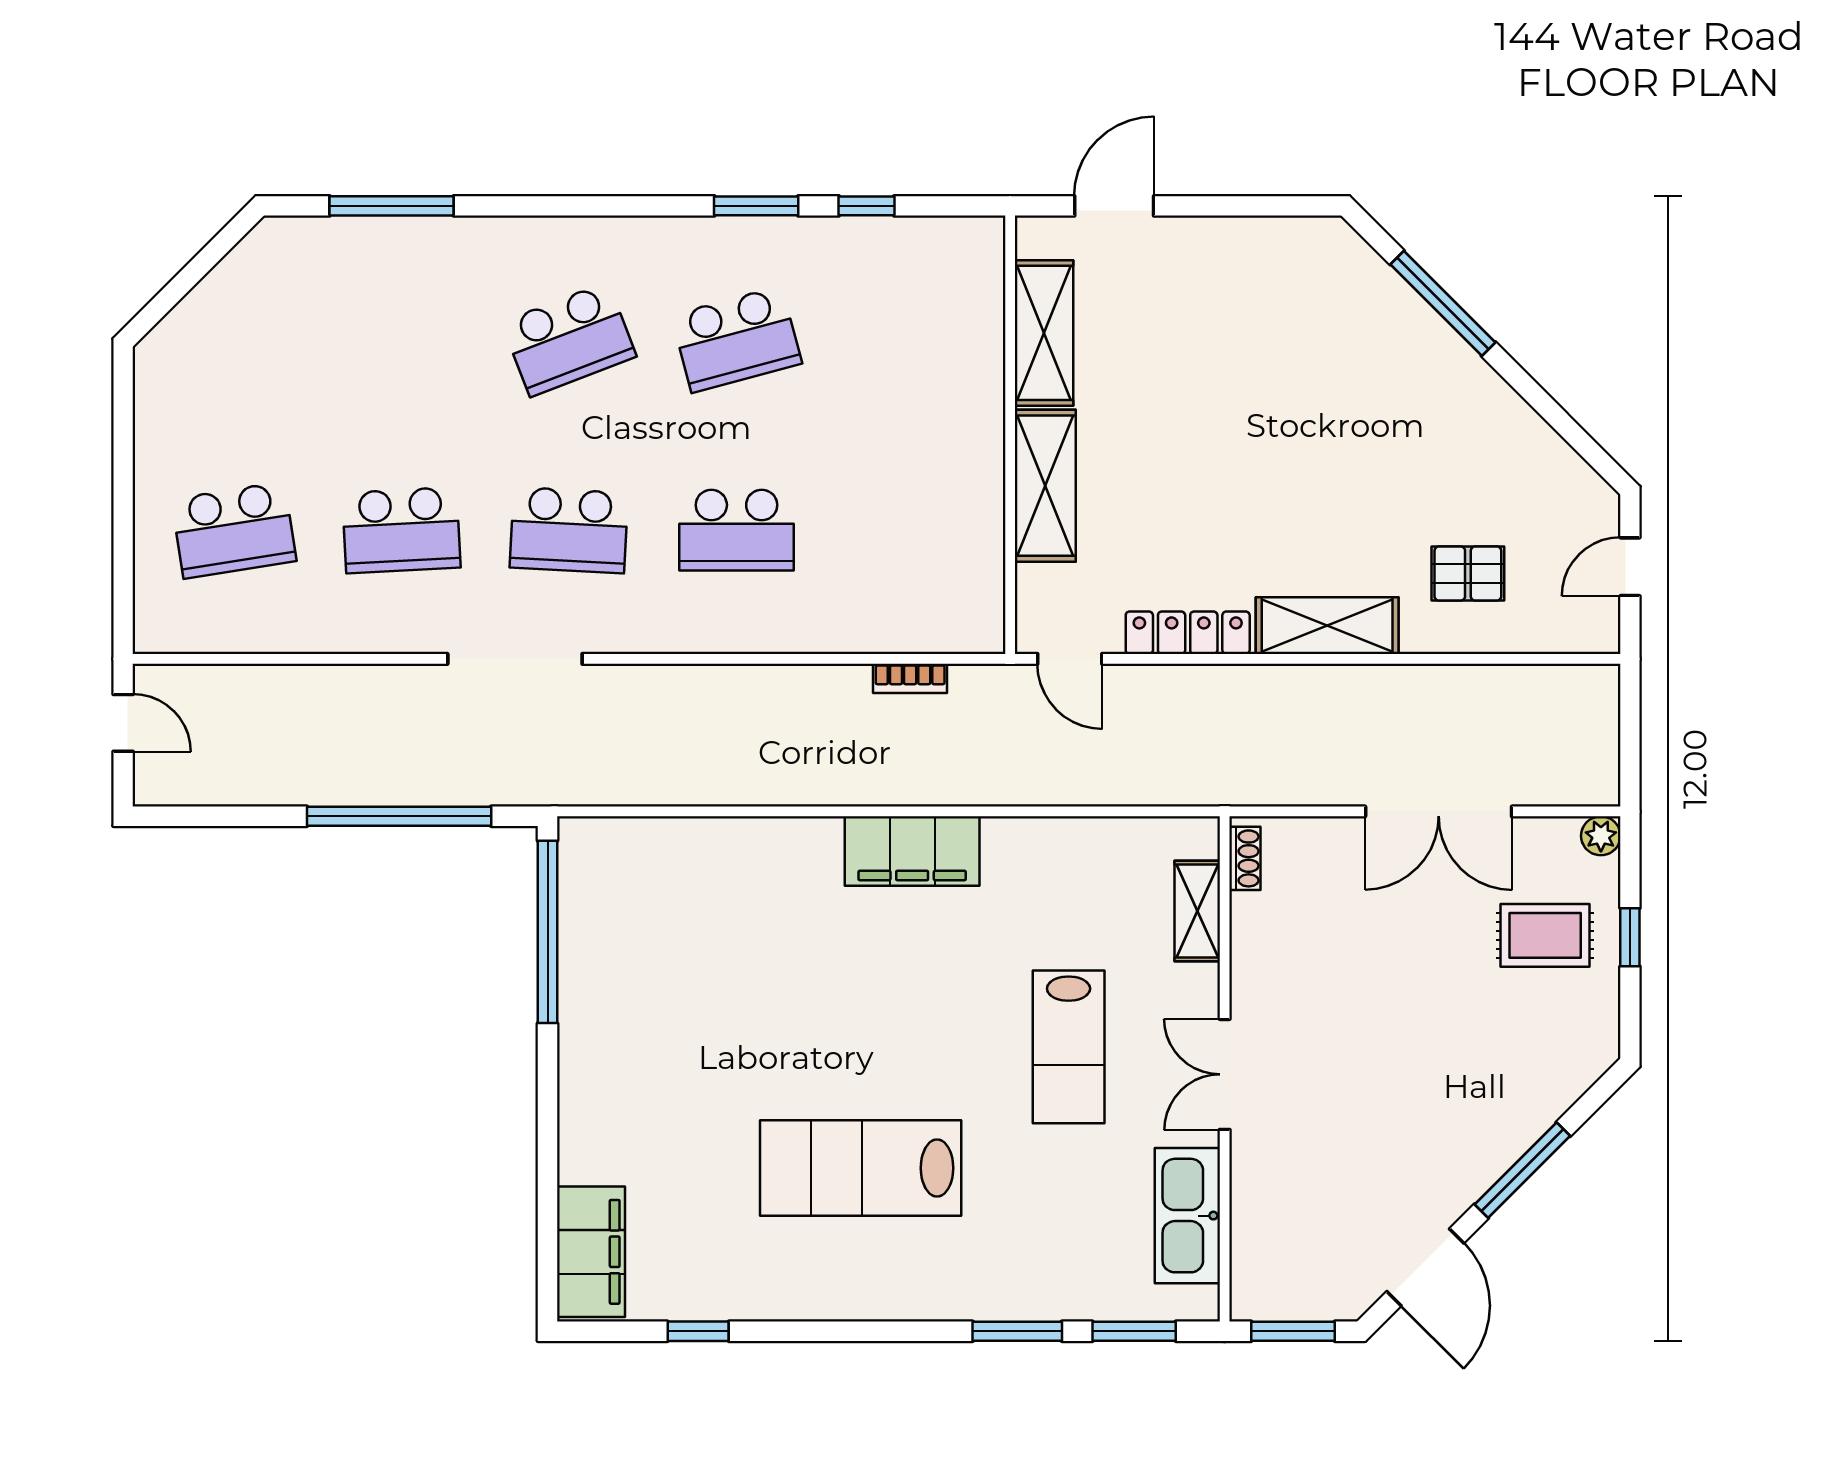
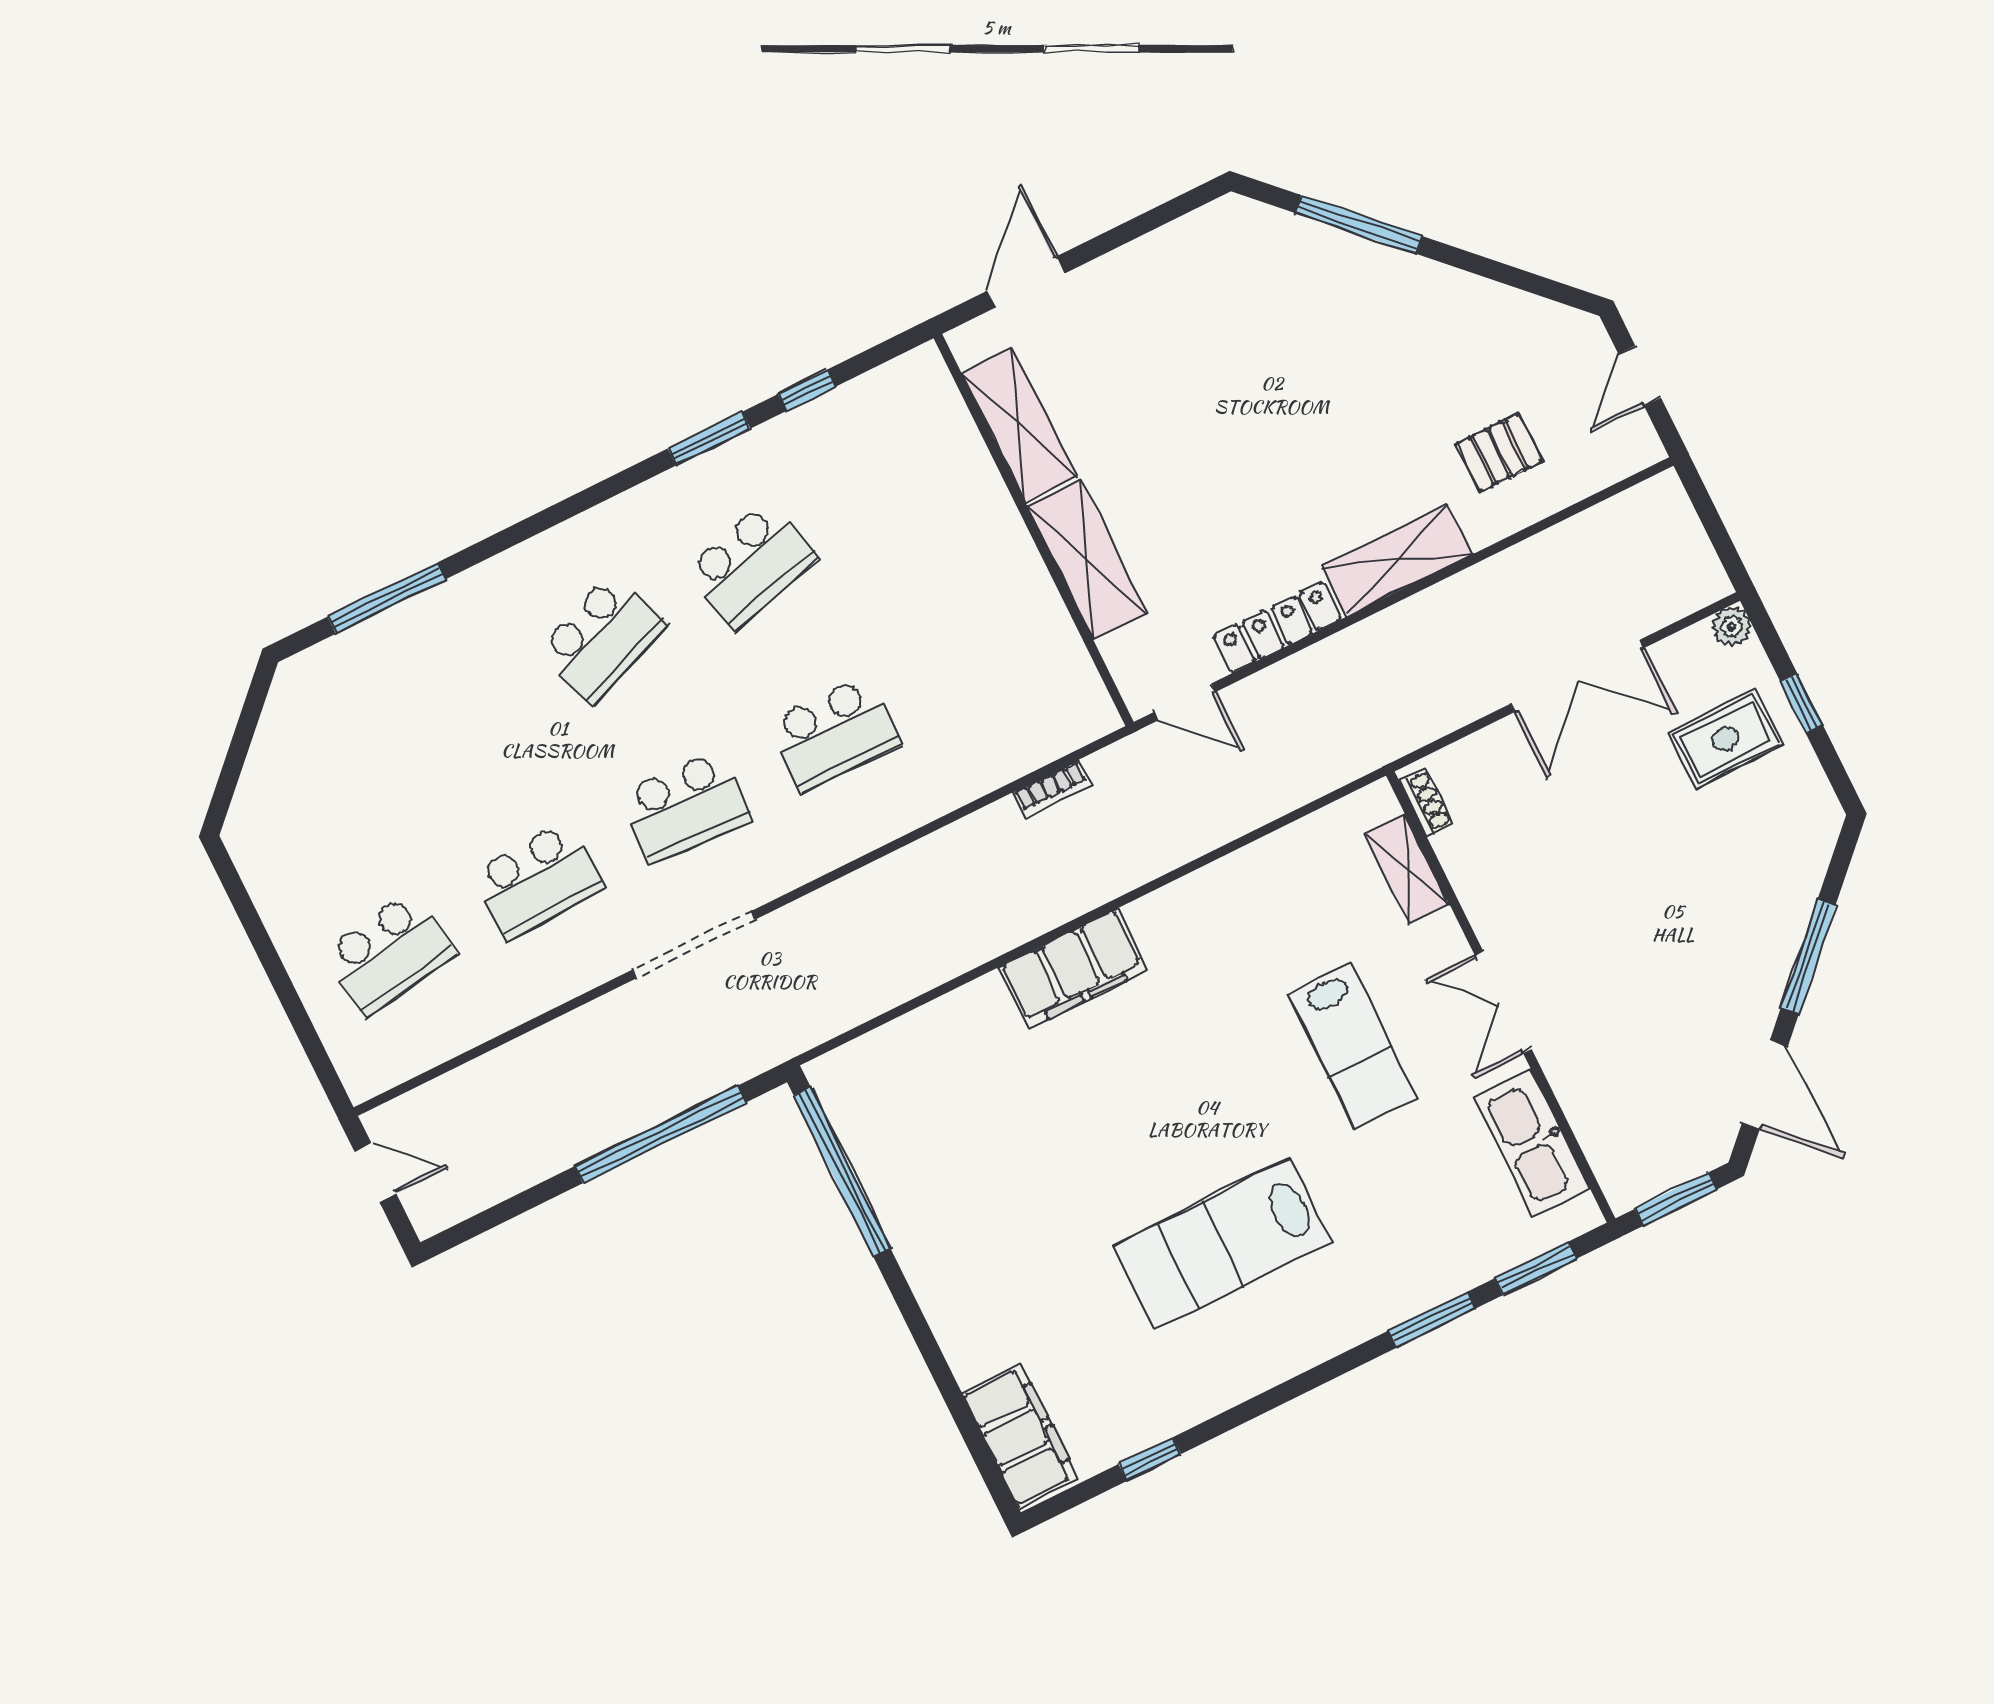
filing cabinet: (912, 851) -> (1073, 969), moved

